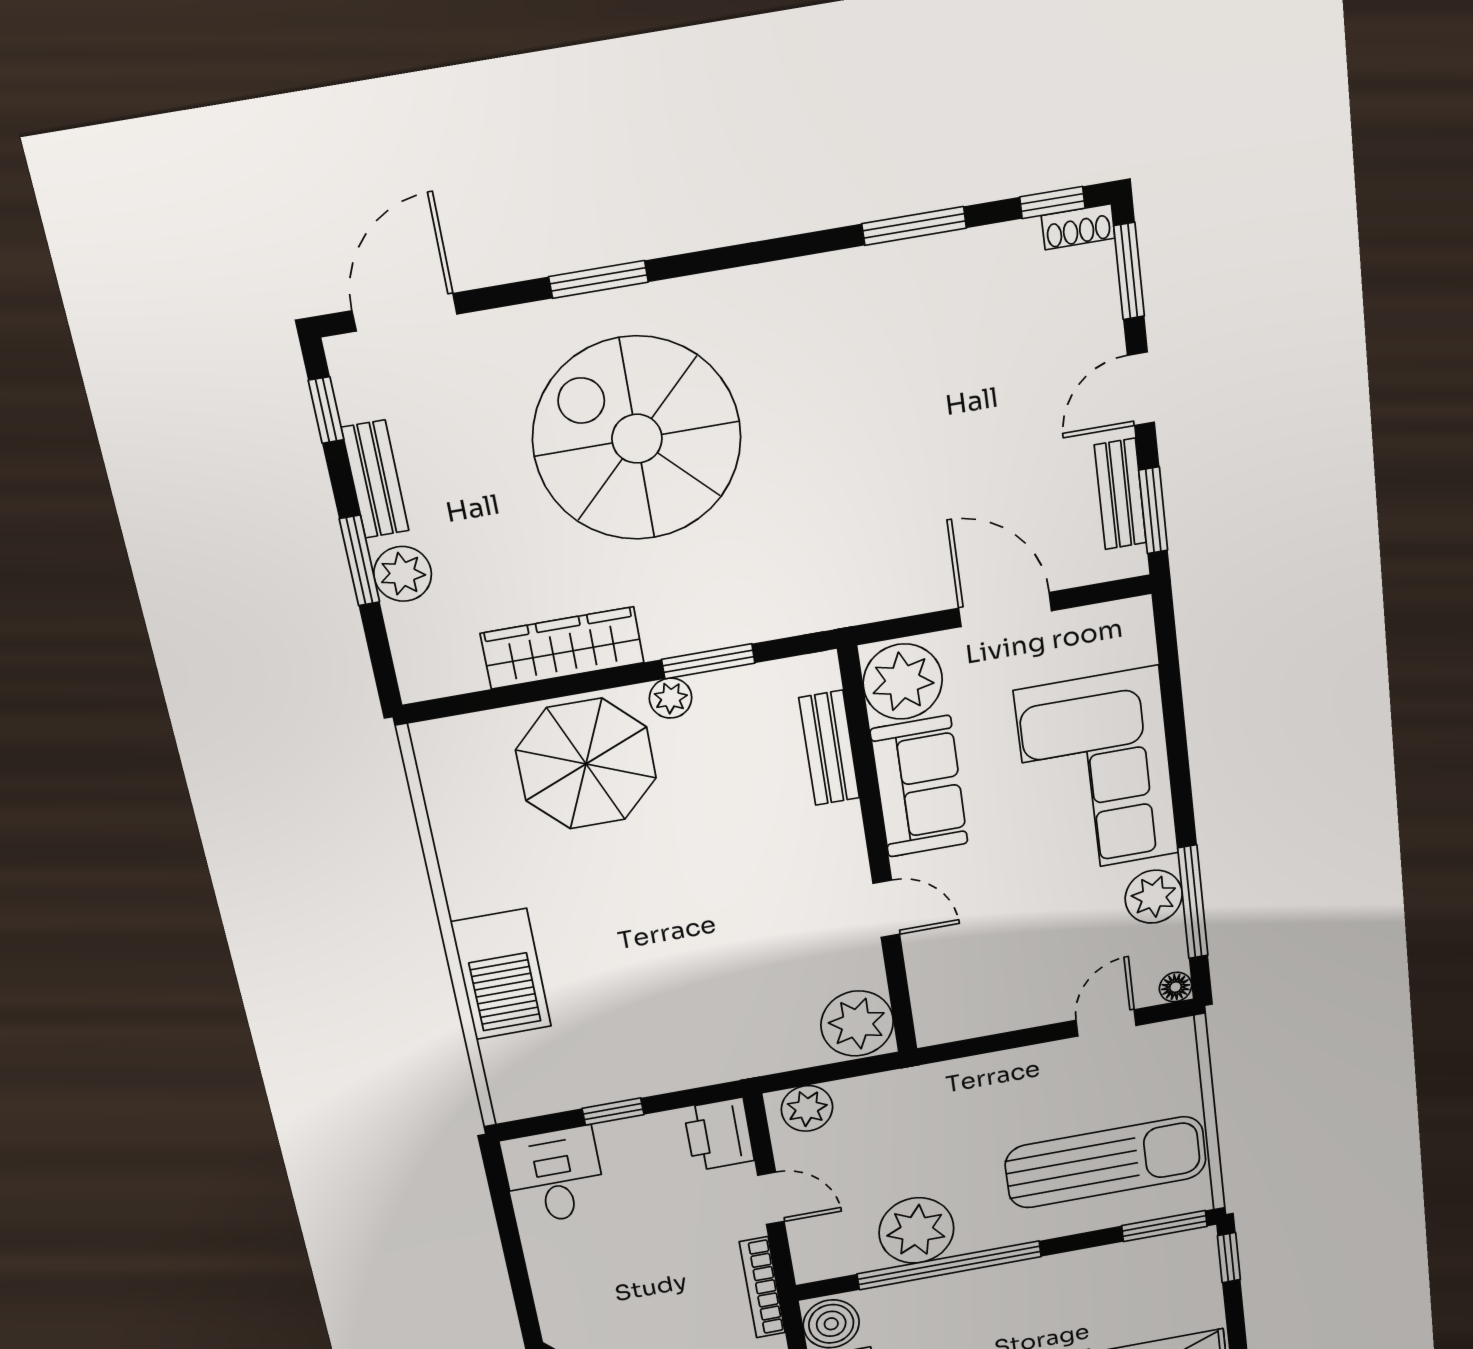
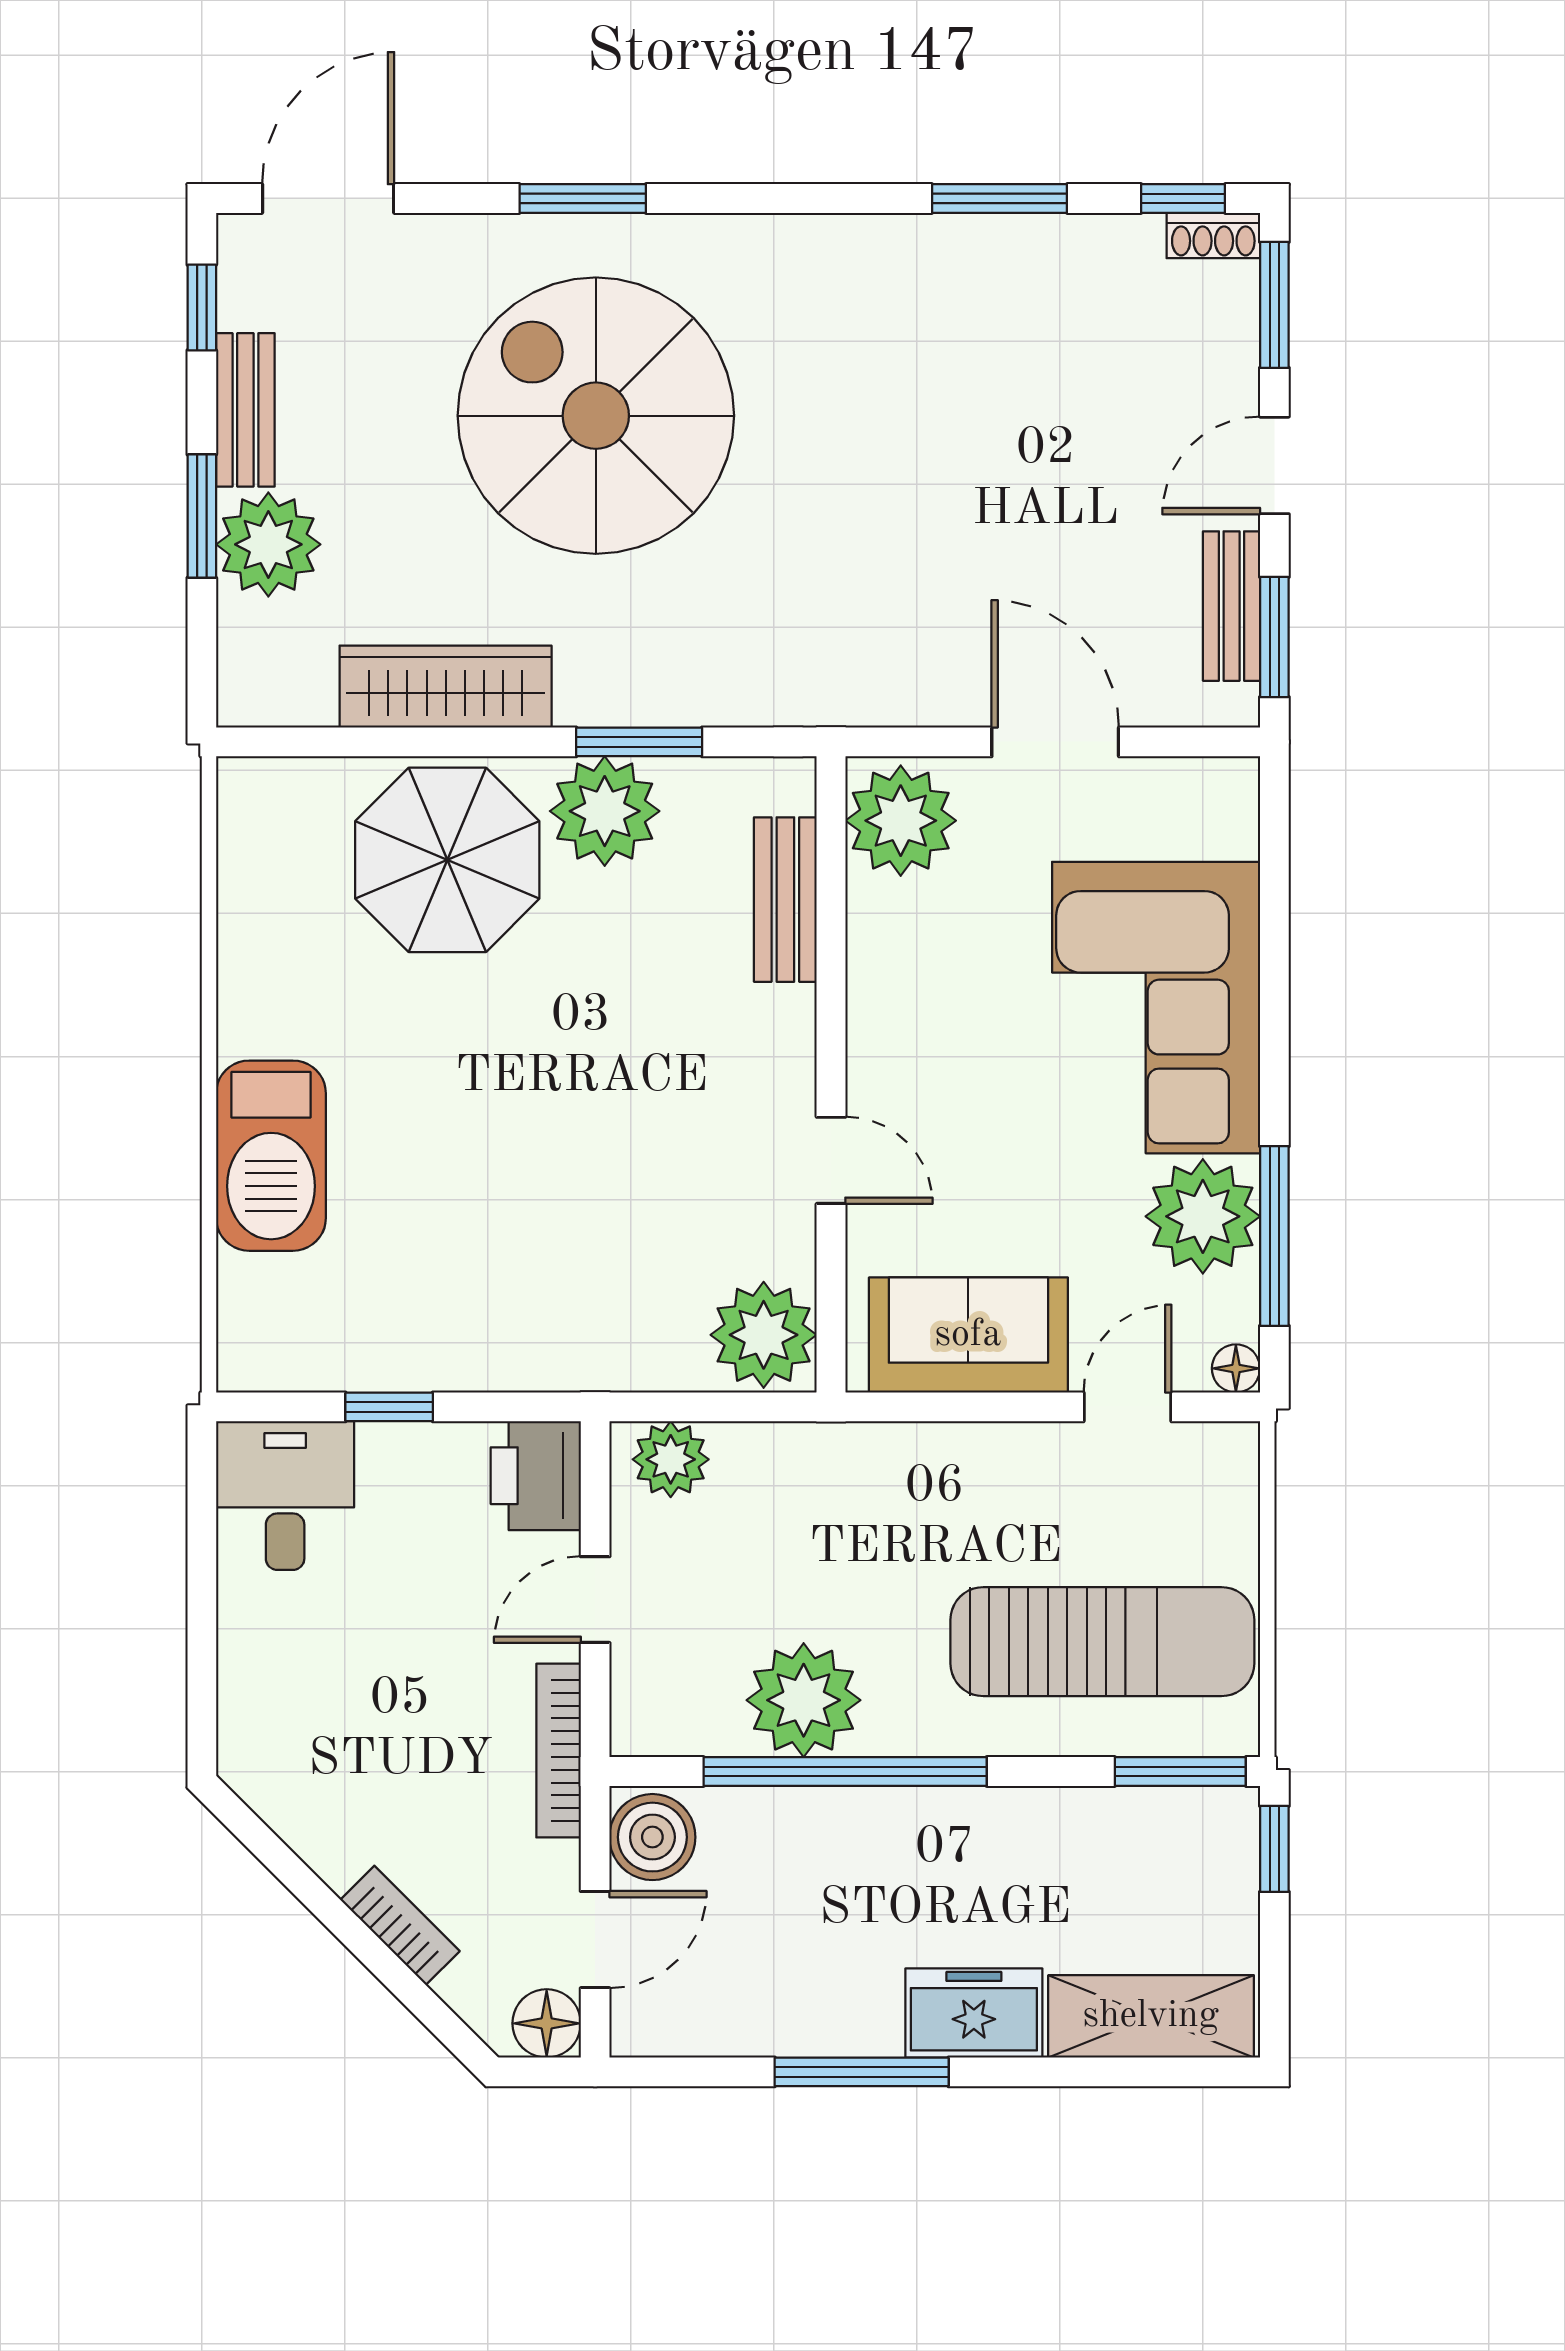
plant: (403, 574) -> (268, 544), width x1.36, depth x1.36
plant: (671, 698) -> (605, 811), width x1.87, depth x1.87
sofa: (919, 787) -> (968, 1335), moved, turned -90
plant: (1154, 897) -> (1203, 1216), width x1.36, depth x1.36
door: (771, 1198) -> (595, 1600), swing flipped

